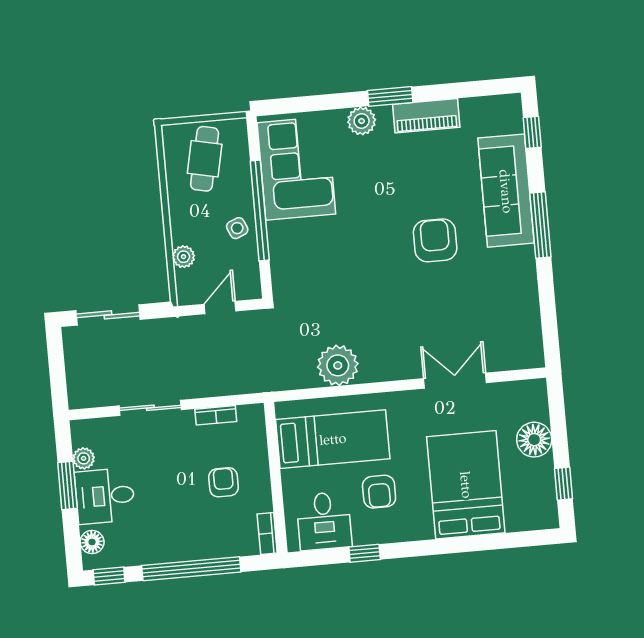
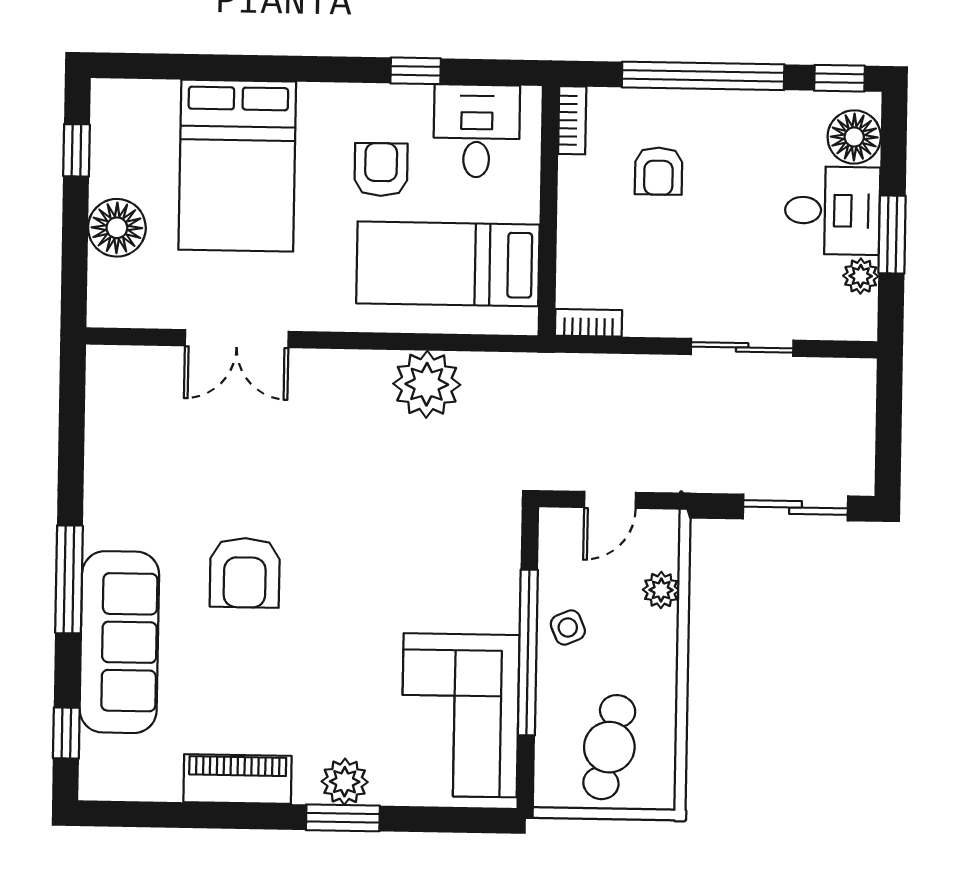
window: (390, 96) -> (343, 818), moved
bookcase: (216, 415) -> (588, 323), moved
armchair: (224, 482) -> (659, 171), moved
floor lamp: (92, 542) -> (854, 137), width x1.38, depth x1.38

